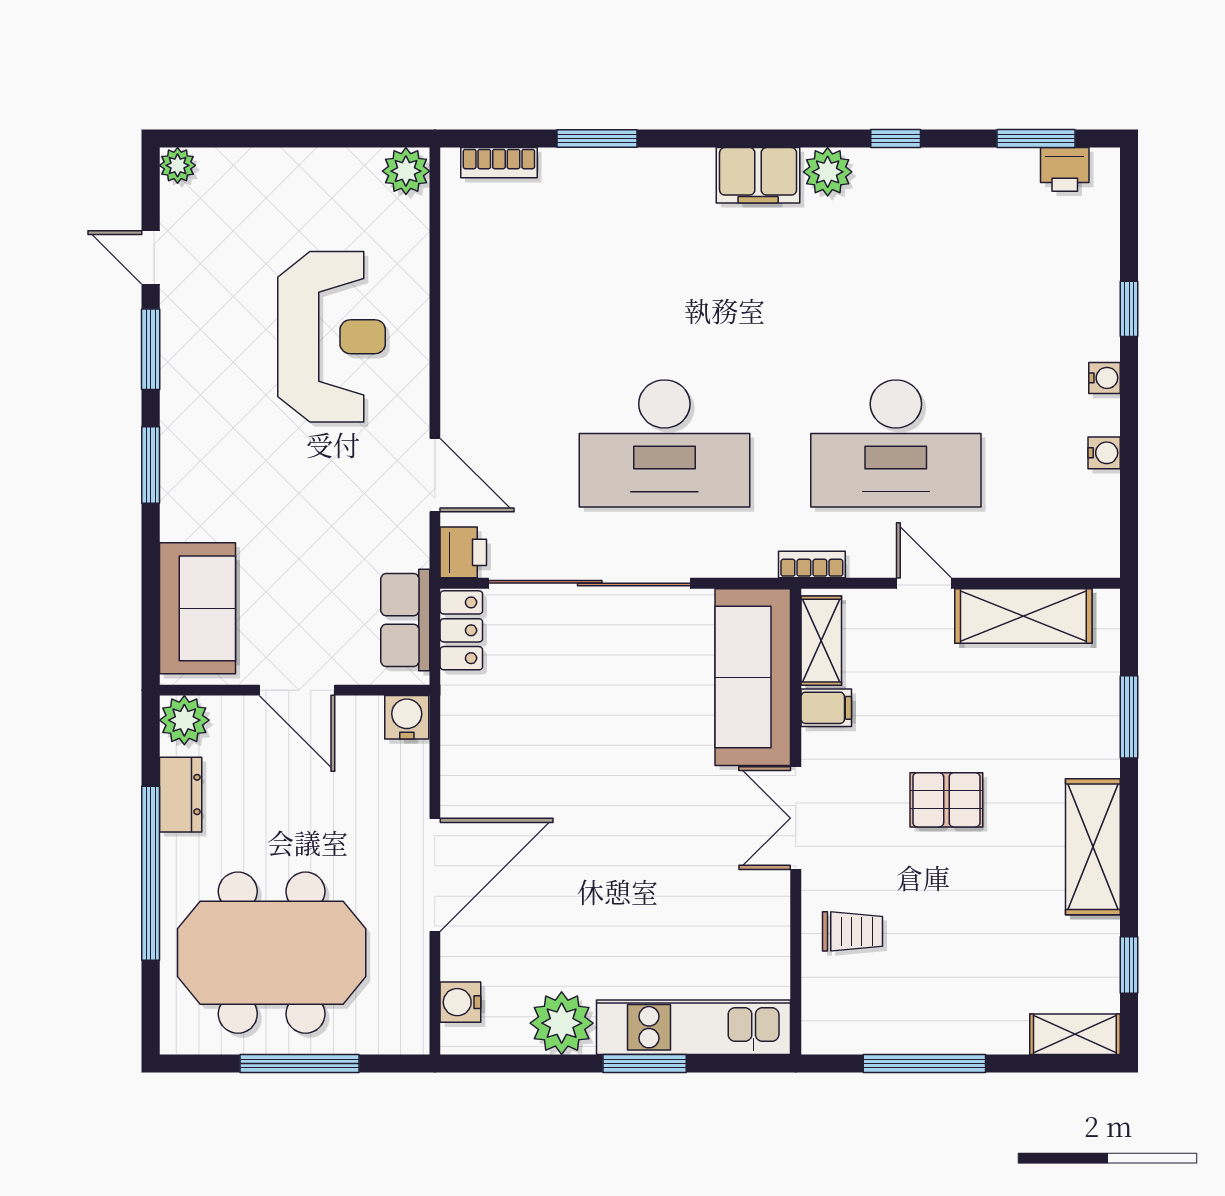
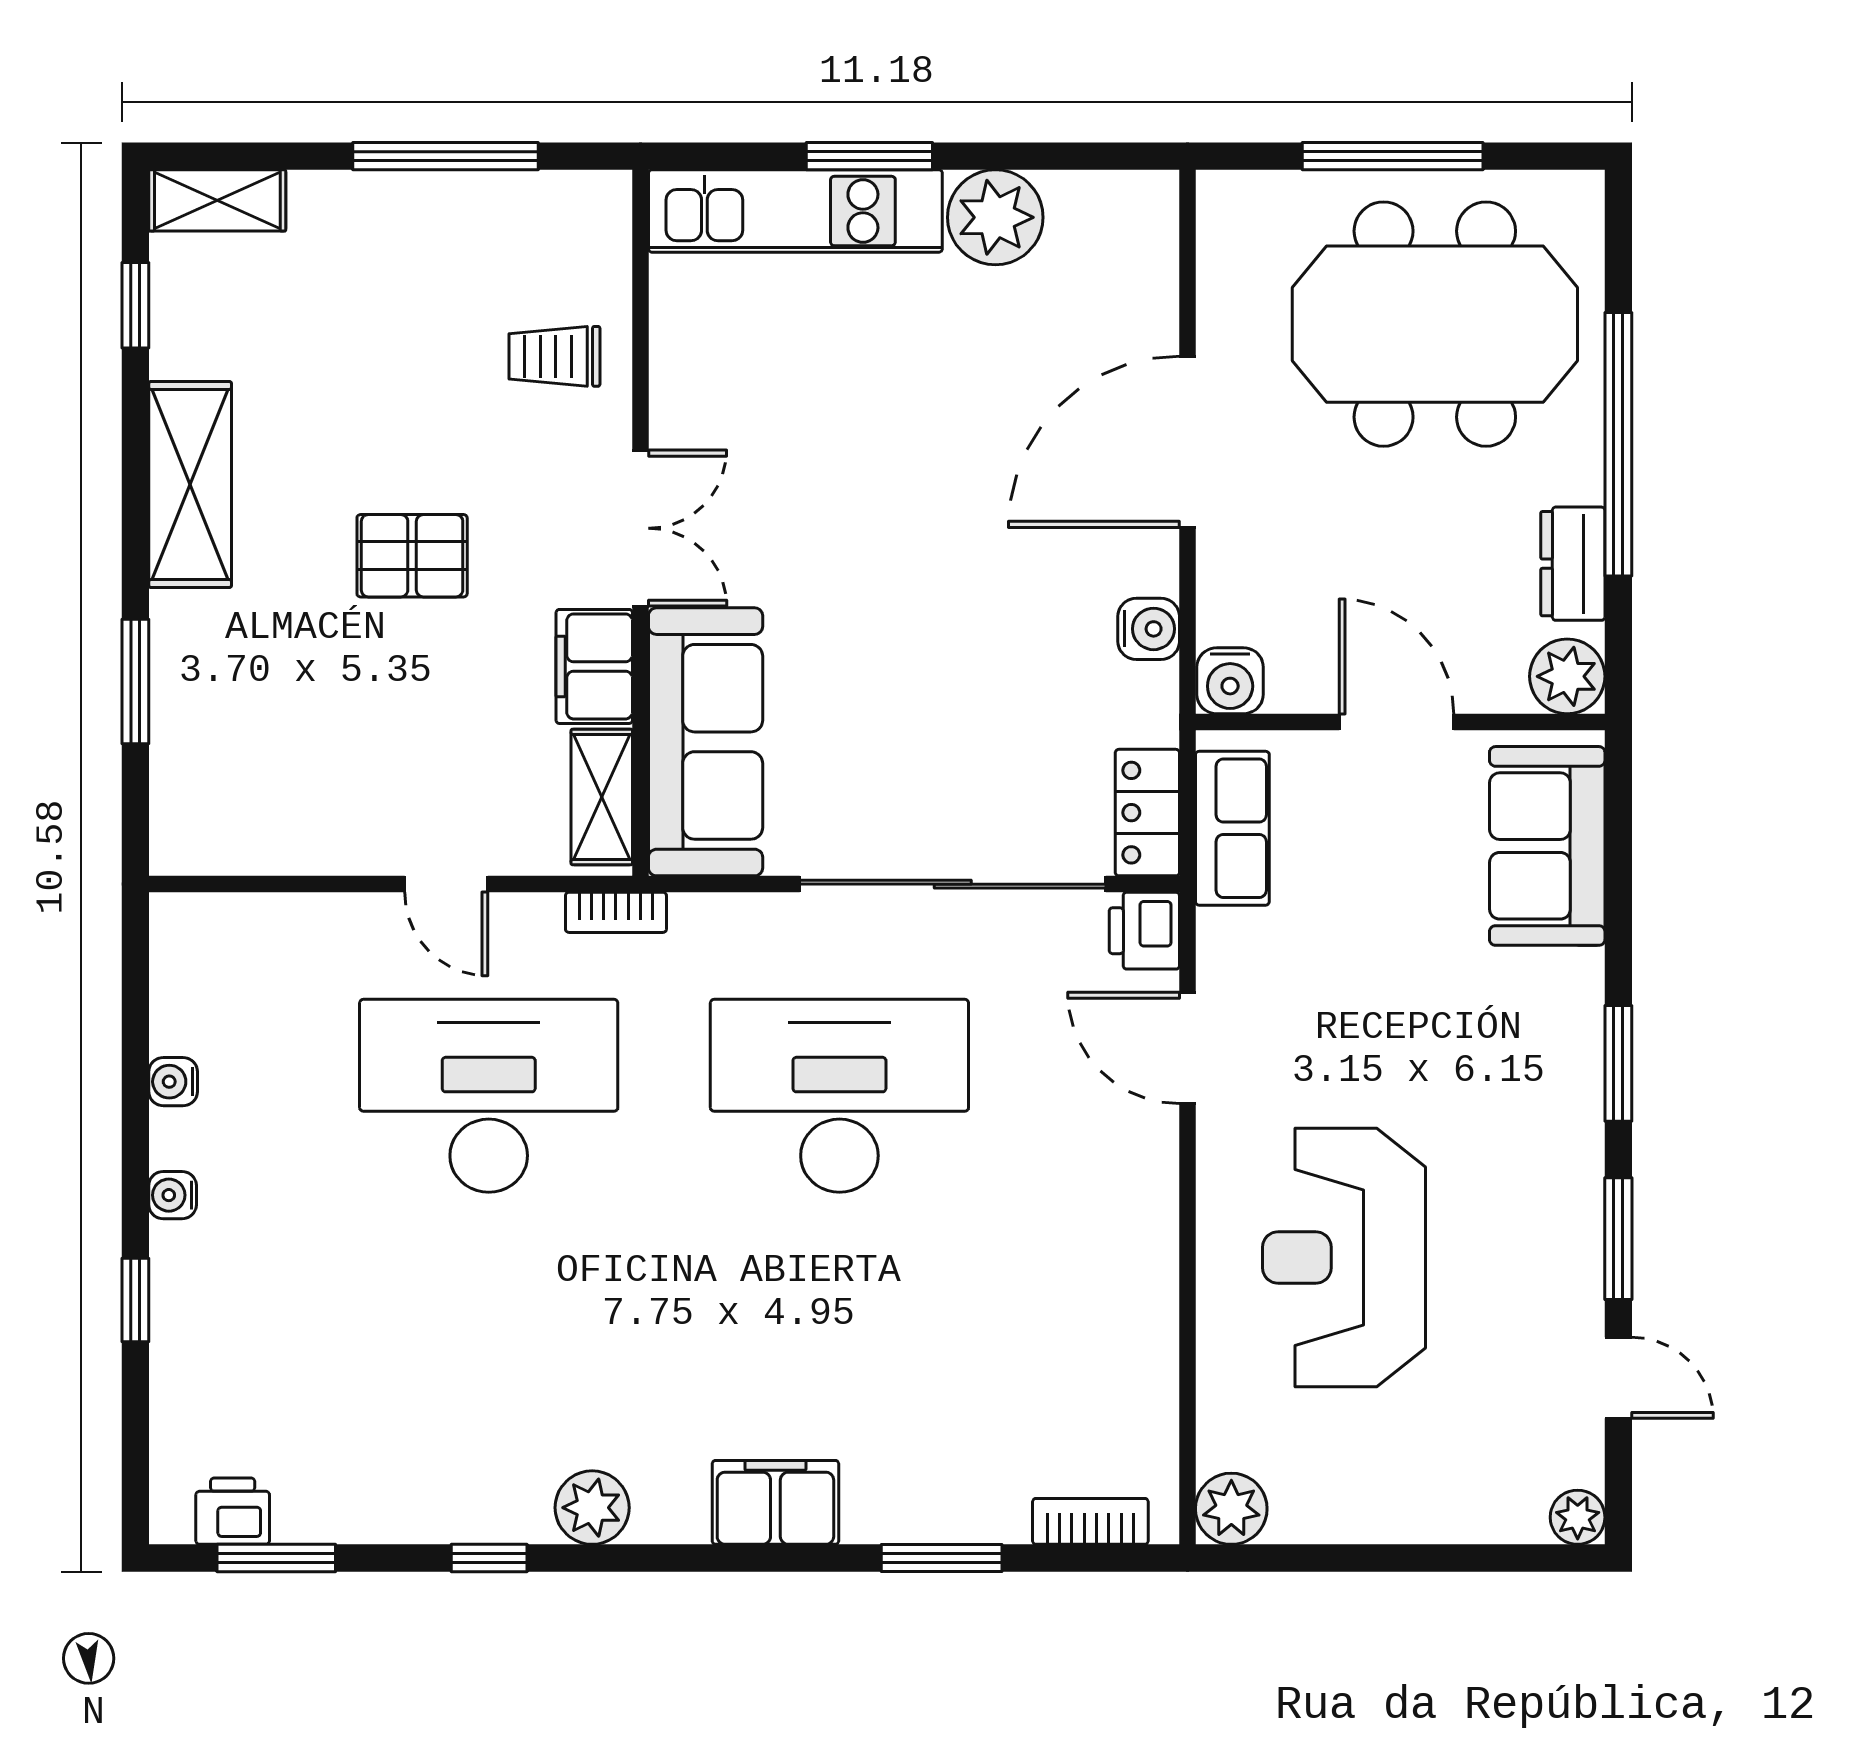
filing cabinet: (758, 175) -> (775, 1502), moved
shelving: (1023, 616) -> (296, 834), removed
filing cabinet: (826, 708) -> (594, 666), width x2.00
water cooler: (460, 1002) -> (1149, 629), moved

